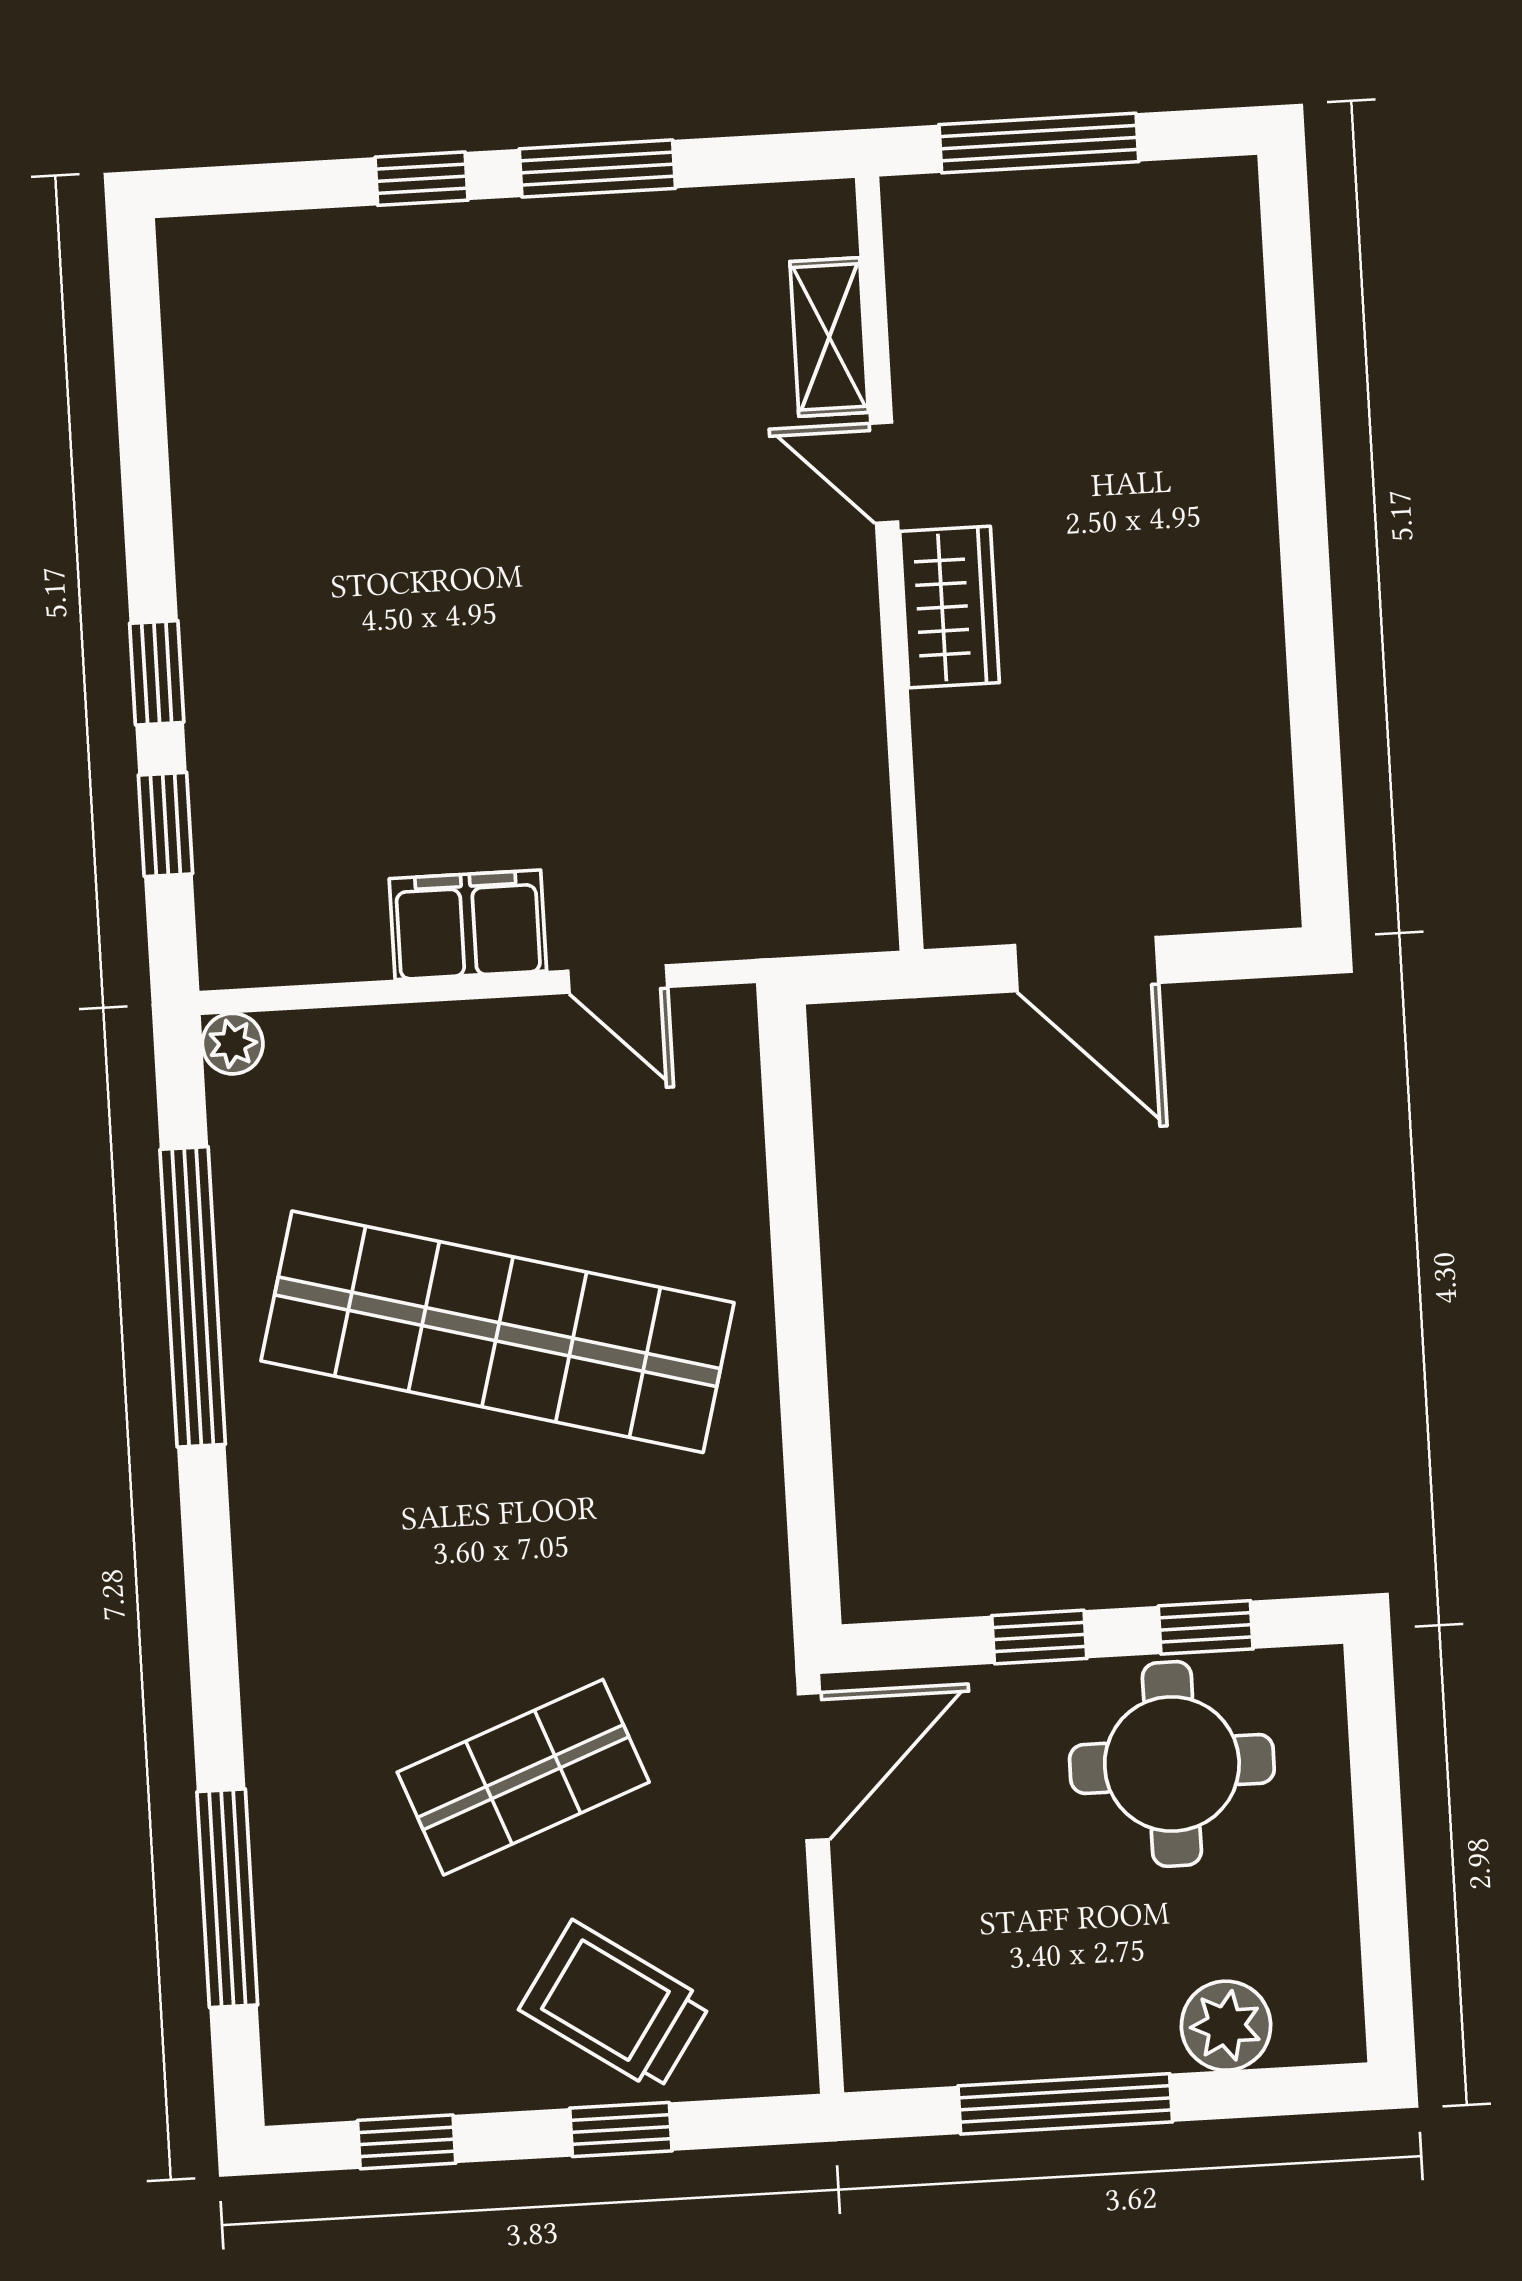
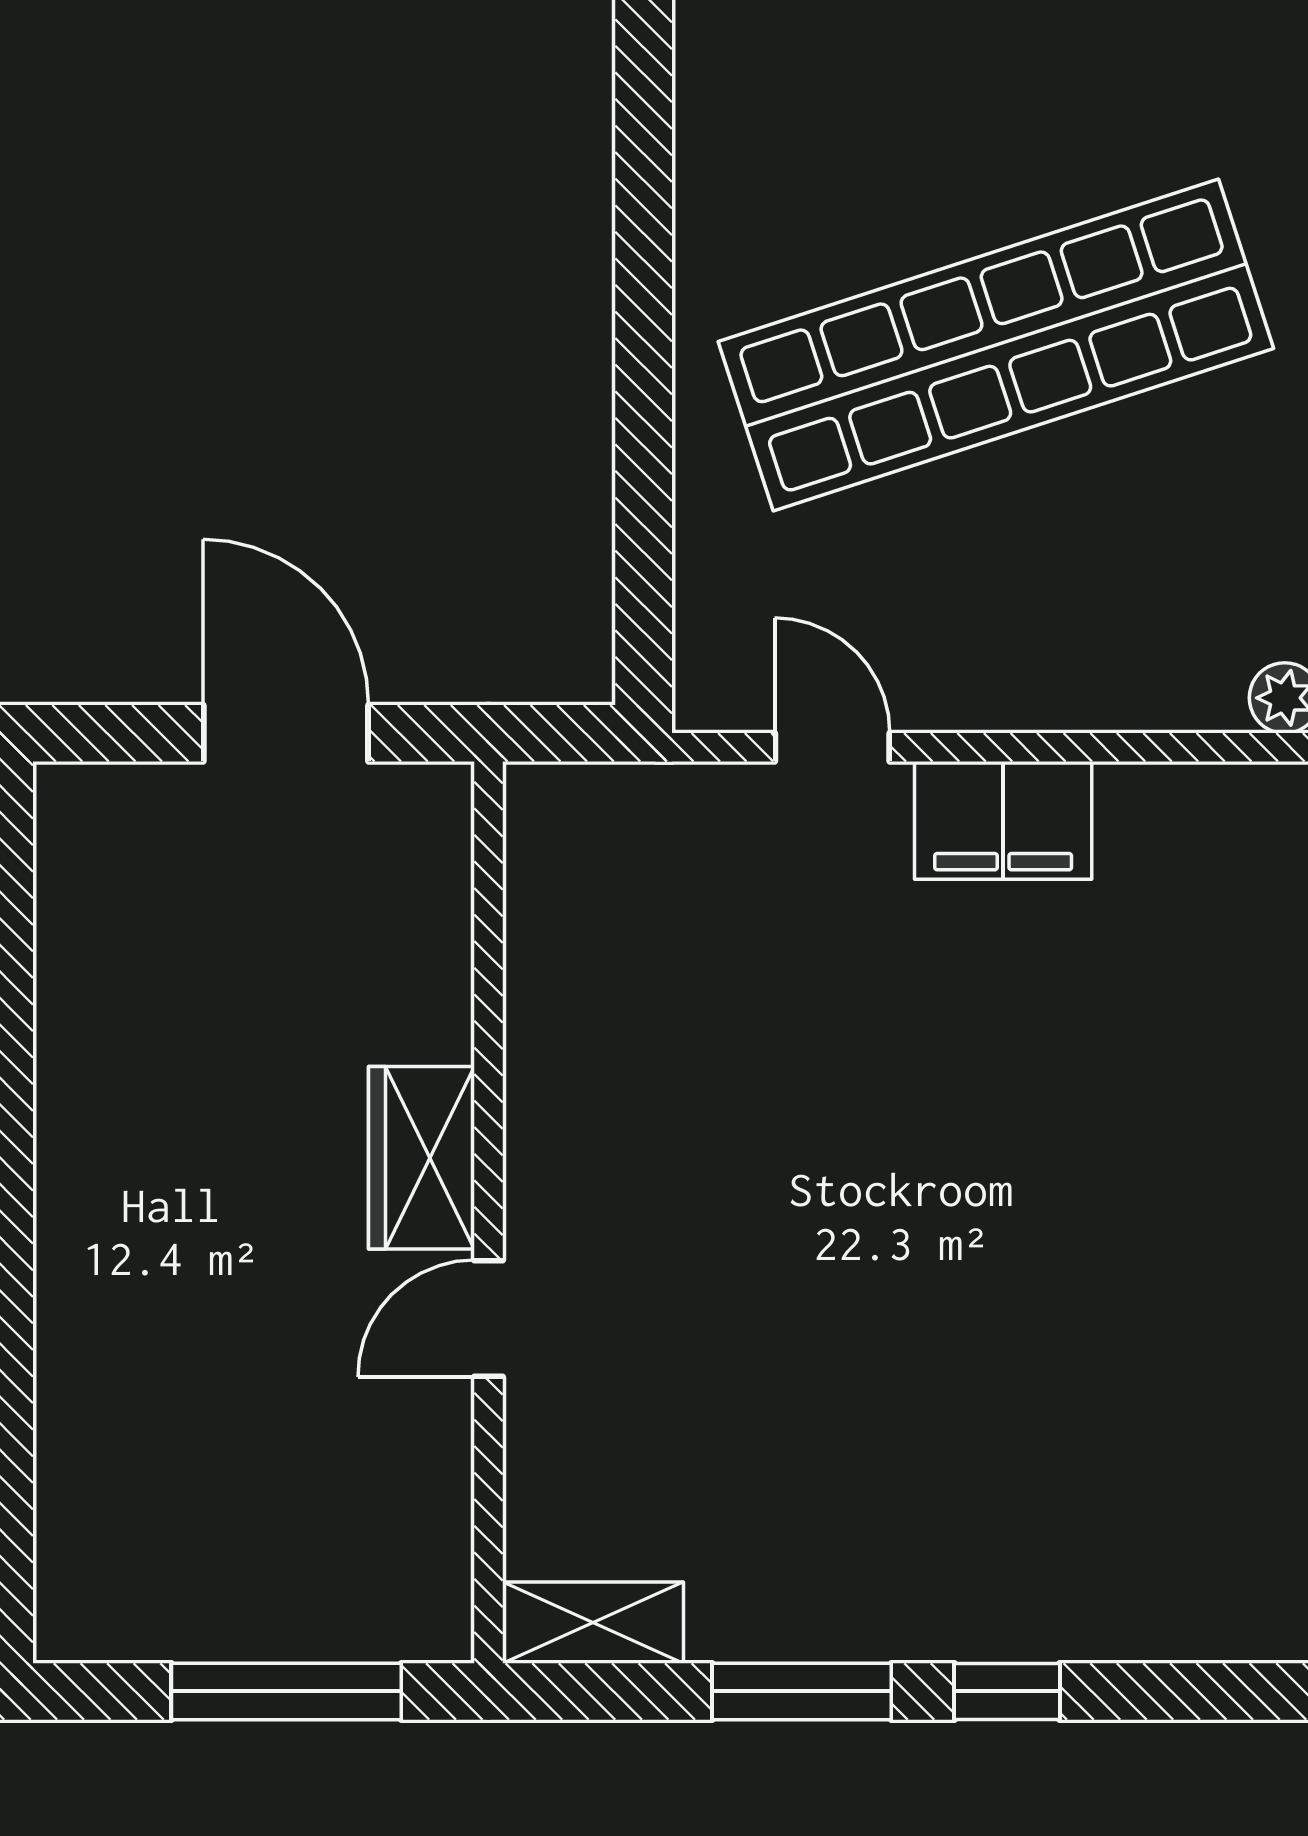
shelving: (829, 337) -> (593, 1623), moved, turned 90
door: (884, 473) -> (489, 1318), swing flipped
shop shelf: (498, 1332) -> (996, 345), turned -33

